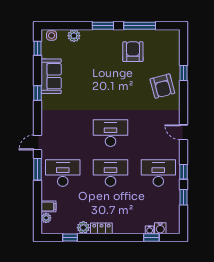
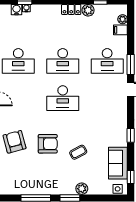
plant: (74, 36) -> (82, 189), moved
armchair: (133, 52) -> (48, 144), moved, turned -90
coffee table: (94, 75) -> (78, 152), added
sofa: (51, 76) -> (118, 163), moved

